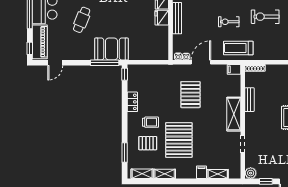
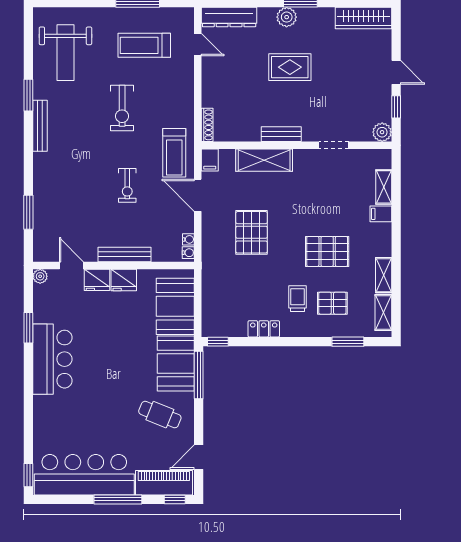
cafe table: (82, 20) -> (160, 415), moved
exercise bike: (229, 22) -> (127, 185), moved
booth: (146, 49) -> (175, 306), added
door: (201, 62) -> (198, 195), moved
door: (55, 63) -> (199, 457), swing flipped
pallet: (190, 95) -> (252, 232), turned 90
bench: (249, 100) -> (281, 134), moved
shelving: (234, 114) -> (264, 160), moved
pallet: (179, 140) -> (327, 251), width x0.73, depth x0.71
pallet: (148, 143) -> (332, 303), turned 90

